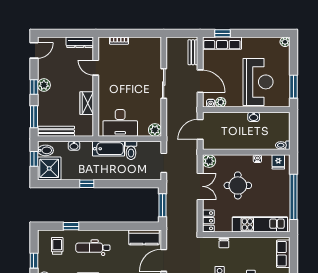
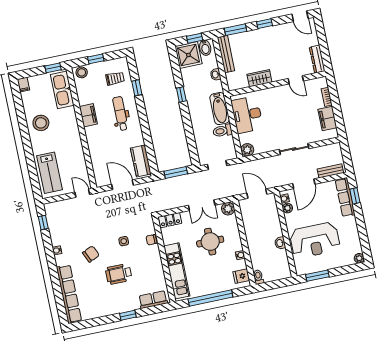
filing cabinet: (141, 44) -> (327, 118), added
door: (96, 68) -> (296, 80), swing flipped
plant: (44, 85) -> (268, 33), removed

